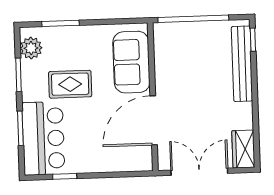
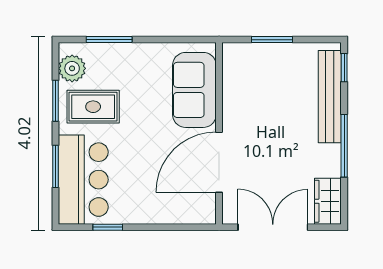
window: (193, 19) -> (272, 40), width x0.47
rug: (70, 84) -> (93, 107), moved
window: (255, 103) -> (344, 146), added

